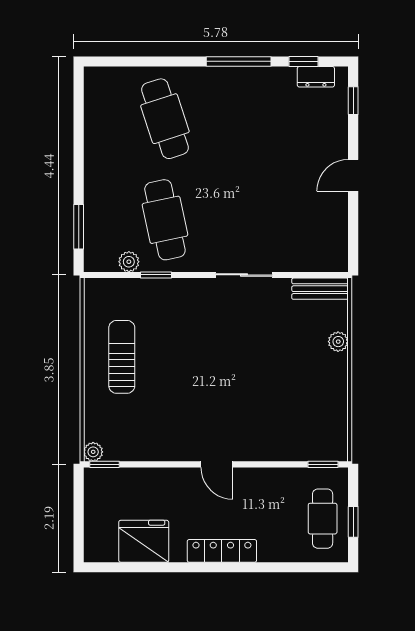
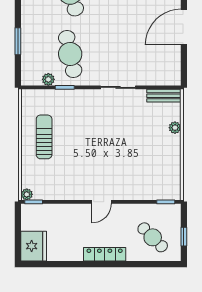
door: (353, 175) -> (184, 27), width x1.88
window: (79, 227) -> (18, 41), moved
door: (217, 464) -> (102, 202), hinge flipped
cafe table: (323, 519) -> (153, 237), moved, turned -45
fridge: (144, 541) -> (34, 246), moved, turned 90

